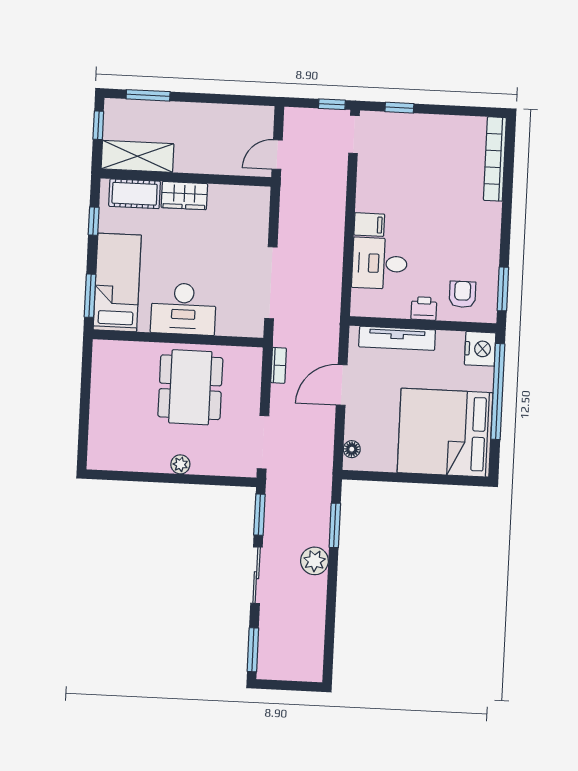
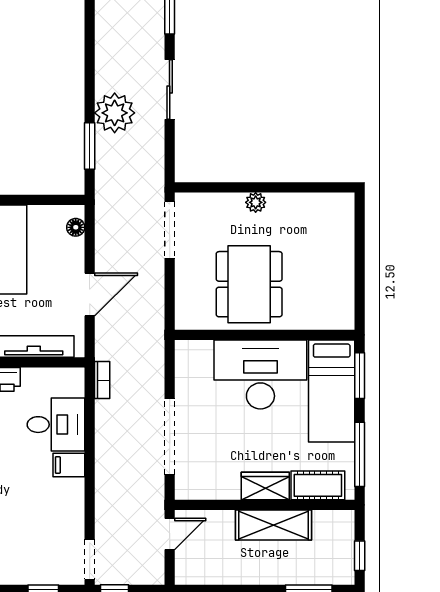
shelving: (137, 156) -> (274, 525), moved
window: (94, 221) -> (360, 454), width x2.17
doorway: (271, 283) -> (170, 437), moved
desk: (183, 309) -> (260, 375), width x1.36, depth x1.30
bookcase: (279, 365) -> (102, 380), moved, turned 180
window: (259, 515) -> (170, 154), removed
plant: (314, 561) -> (115, 113), width x1.36, depth x1.36

